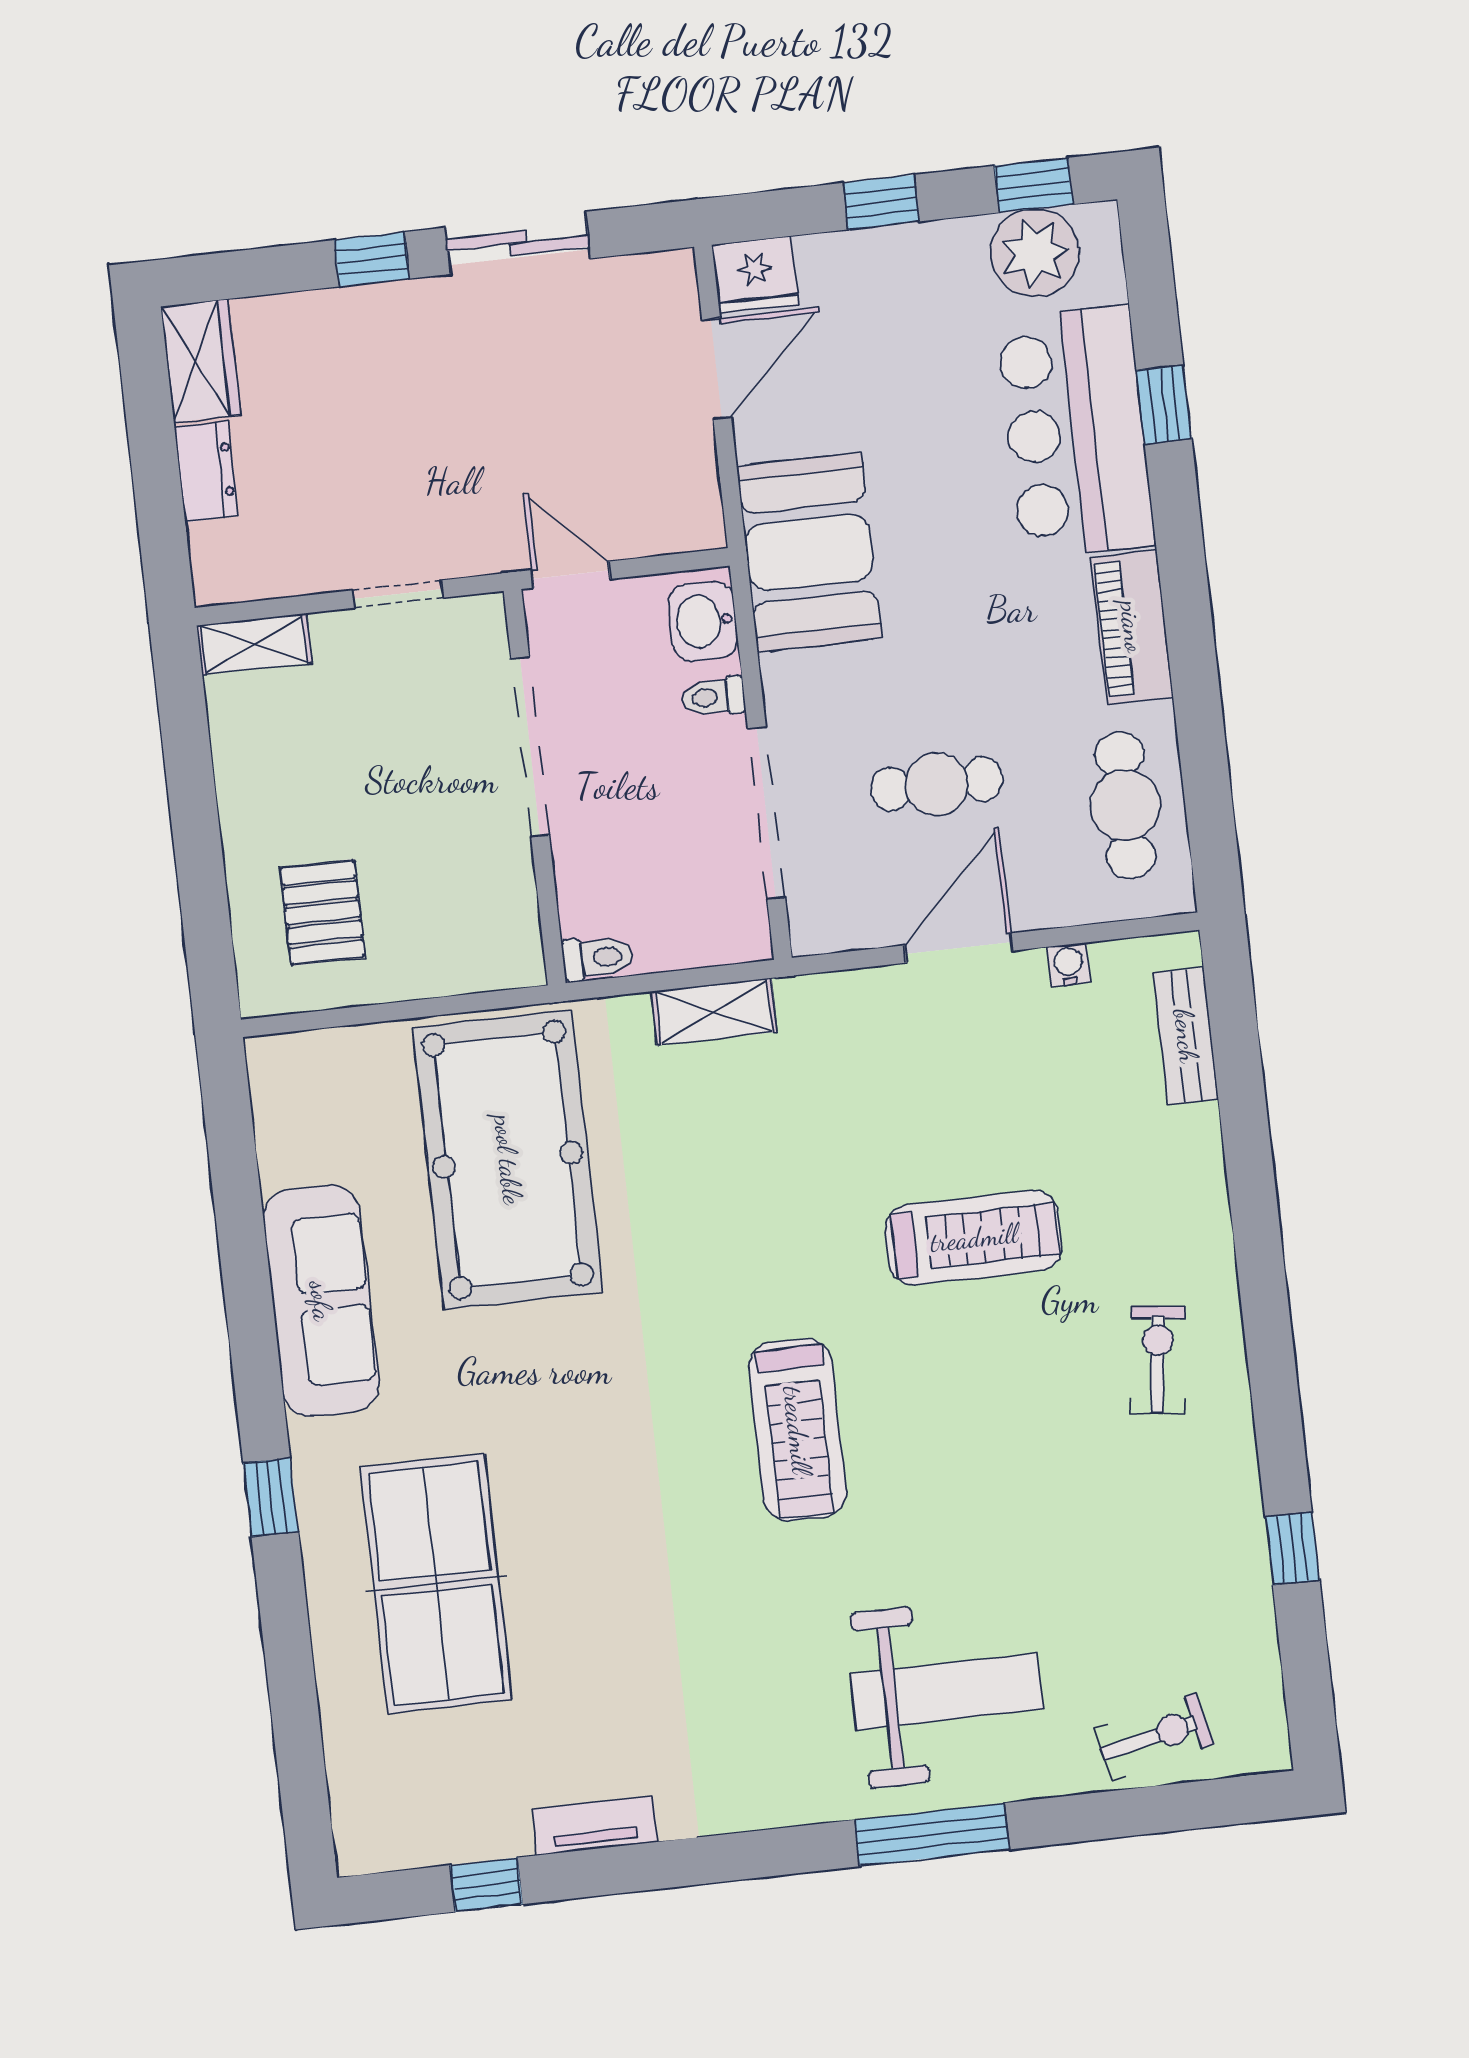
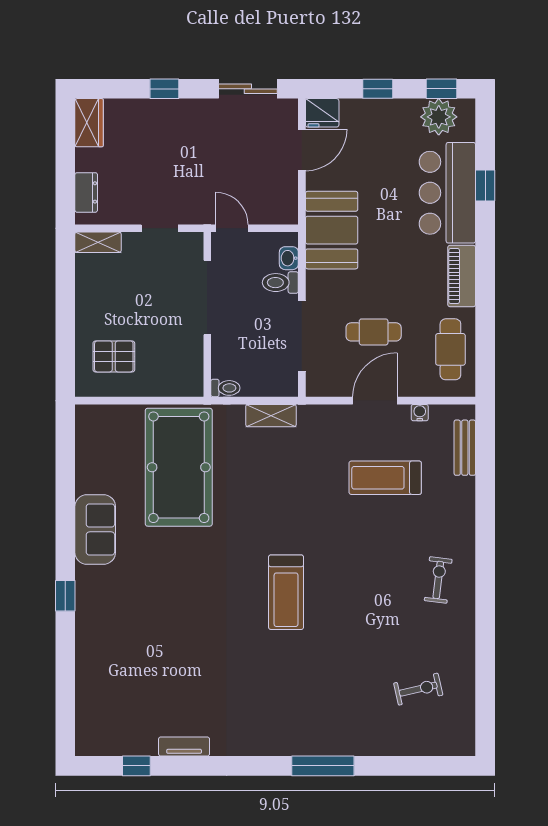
sliding door: (518, 243) -> (248, 89), moved
dresser: (206, 472) -> (86, 192), moved
washbasin: (703, 621) -> (289, 258), width x0.72, depth x0.69
toilet: (713, 697) -> (280, 283), width x1.37, depth x1.39
pallet: (323, 912) -> (114, 356), turned 90
treadmill: (974, 1238) -> (385, 478), moved, turned 180
sofa: (321, 1301) -> (95, 529), width x0.73
window: (1292, 1549) -> (485, 664), removed
table tennis table: (436, 1583) -> (130, 639), removed
weight bench: (947, 1692) -> (336, 707), removed
exercise bike: (1154, 1737) -> (418, 689), moved

